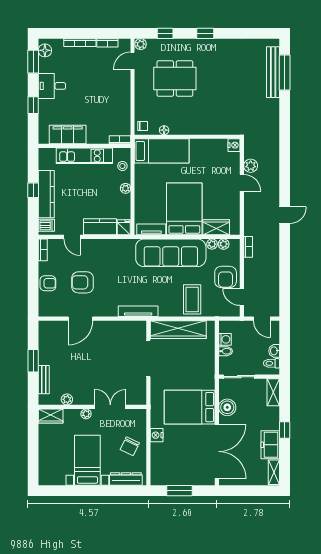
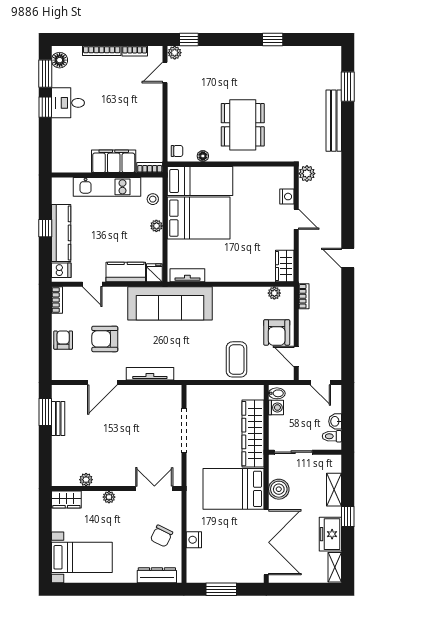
window: (165, 33) -> (189, 40), moved
window: (205, 33) -> (273, 40), moved
bench: (273, 72) -> (334, 121), moved
window: (285, 72) -> (348, 87), width x0.69
dining table: (175, 79) -> (243, 125), moved, turned 90
window: (33, 105) -> (45, 107), moved
filing cabinet: (68, 135) -> (114, 161), moved
nightstand: (234, 145) -> (287, 197), moved
plant: (251, 166) -> (307, 174), moved
bed: (184, 209) -> (199, 218), moved, turned 90
door: (285, 215) -> (348, 258), swing flipped
wardrobe: (216, 227) -> (285, 266), moved, turned -90
plant: (212, 244) -> (260, 293), removed
sofa: (171, 253) -> (170, 303), moved
armchair: (48, 283) -> (63, 340), turned -90
tv unit: (138, 311) -> (150, 374), moved
wardrobe: (178, 330) -> (253, 434), moved, turned 90
bidet: (226, 351) -> (277, 393), moved
window: (33, 361) -> (45, 412), moved
bench: (44, 380) -> (58, 419), moved
shelving: (273, 392) -> (334, 490), moved
double door: (110, 407) -> (154, 489), moved
nightstand: (157, 435) -> (194, 540), moved
bed with nightstands: (87, 460) -> (82, 557), moved, turned 90

